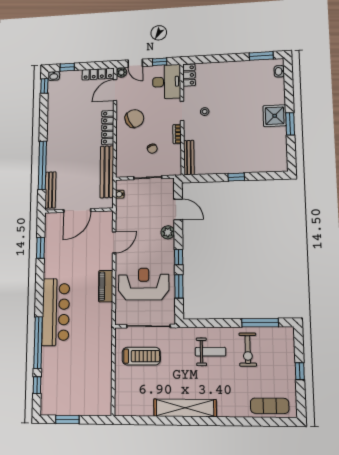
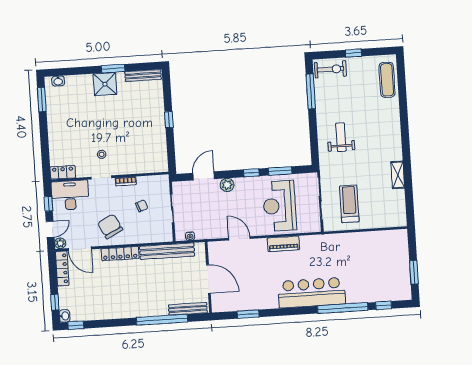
bench: (189, 158) -> (143, 76), moved
exercise bike: (248, 350) -> (330, 69), moved
shelving: (185, 408) -> (398, 175), width x0.45, depth x0.75

